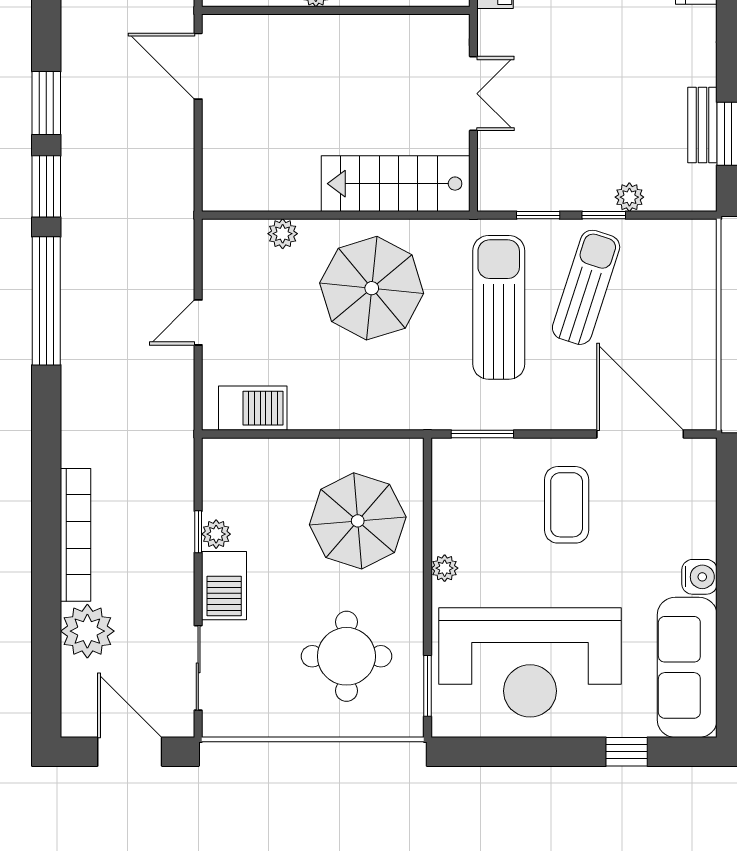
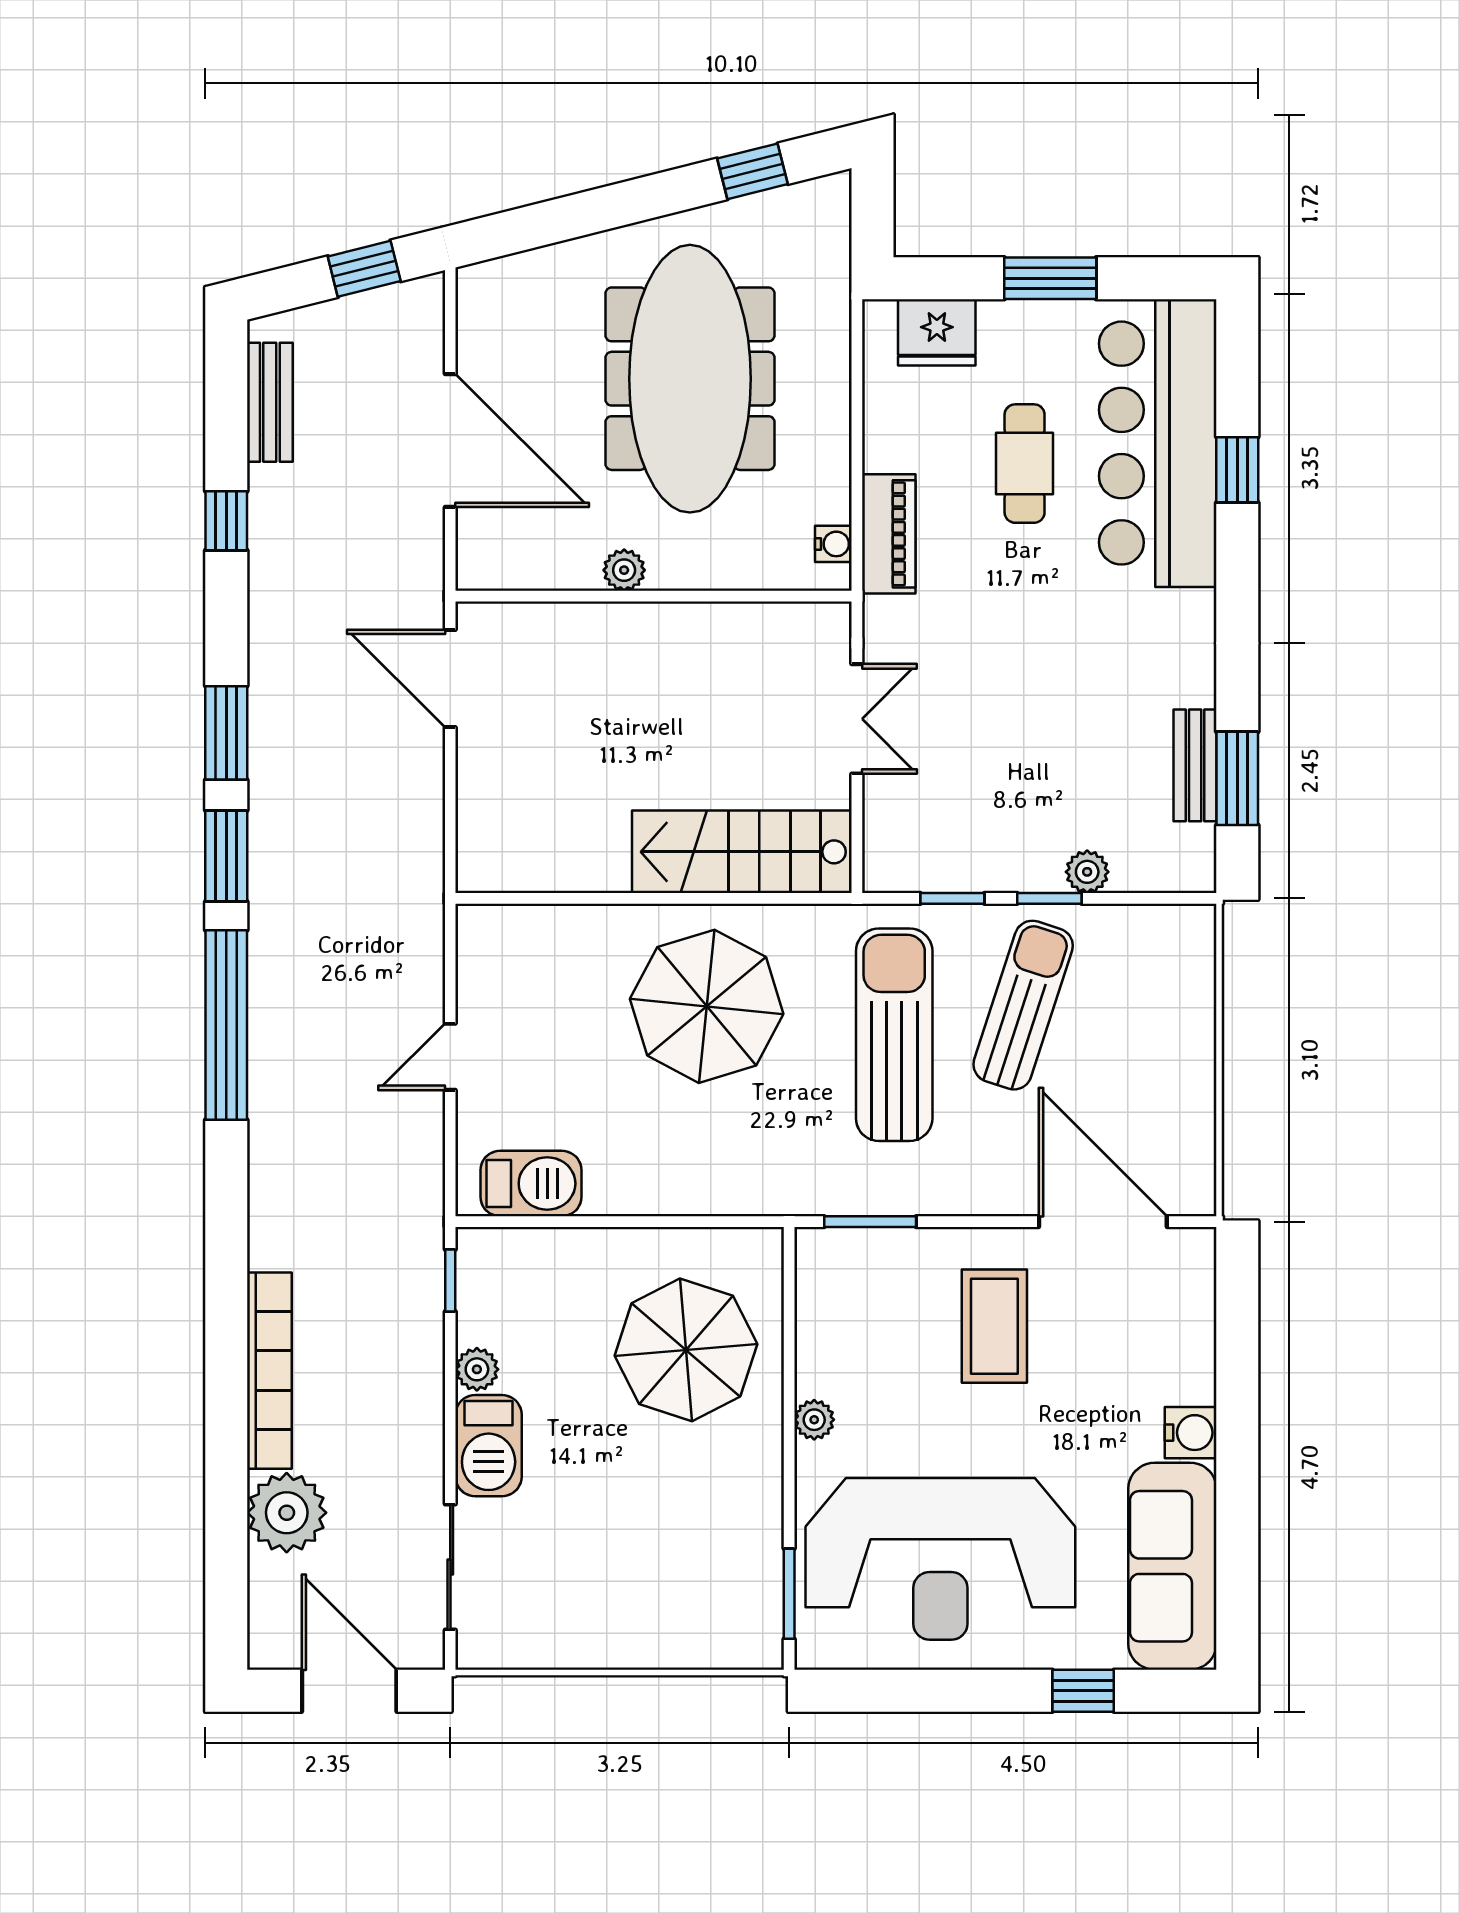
plant: (283, 234) -> (575, 926), removed
window: (198, 532) -> (450, 1281), moved
round table: (346, 656) -> (669, 1550), removed

